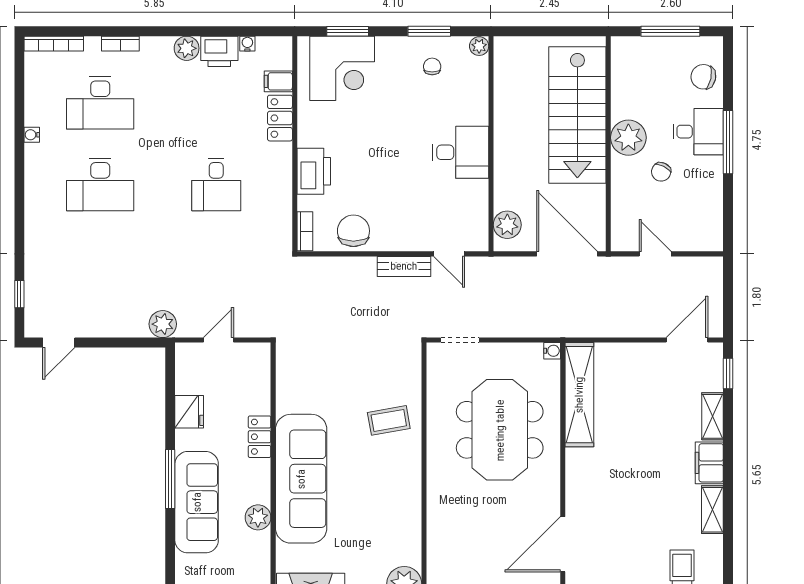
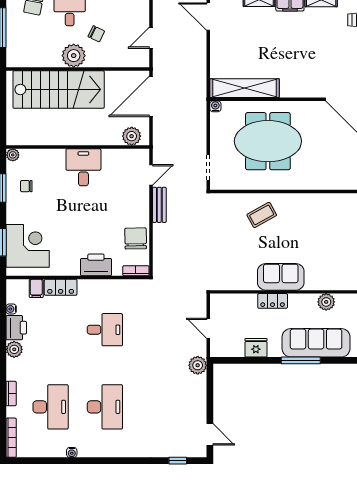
chair: (353, 231) -> (136, 238), turned 89
coffee table: (389, 420) -> (262, 215), turned 71
sofa: (301, 479) -> (281, 277), width x0.54, depth x0.79

